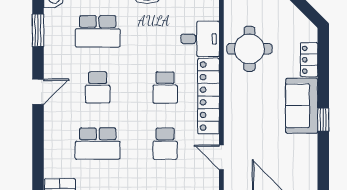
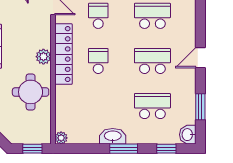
desk: (200, 39) -> (70, 100), removed
school desk: (98, 87) -> (152, 61), width x1.85
plant: (233, 93) -> (43, 57), added

